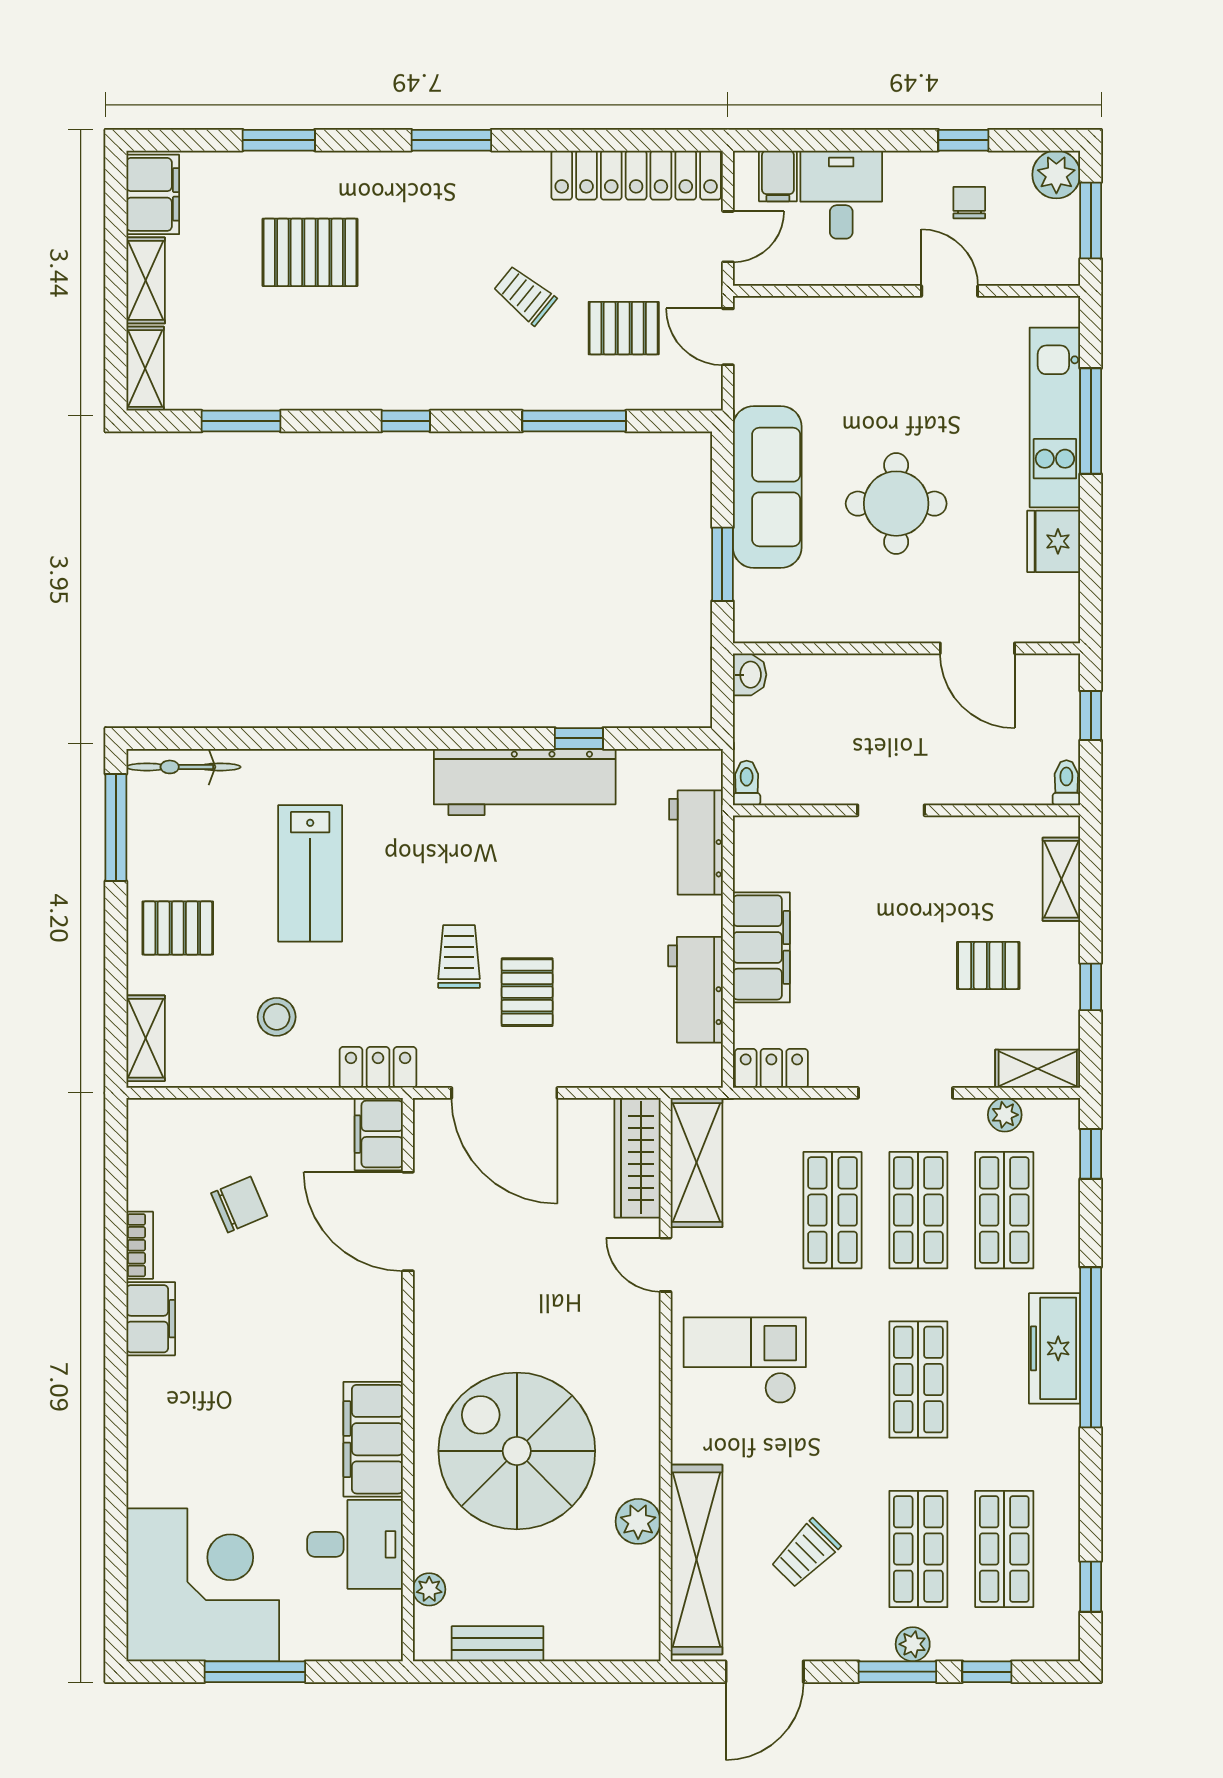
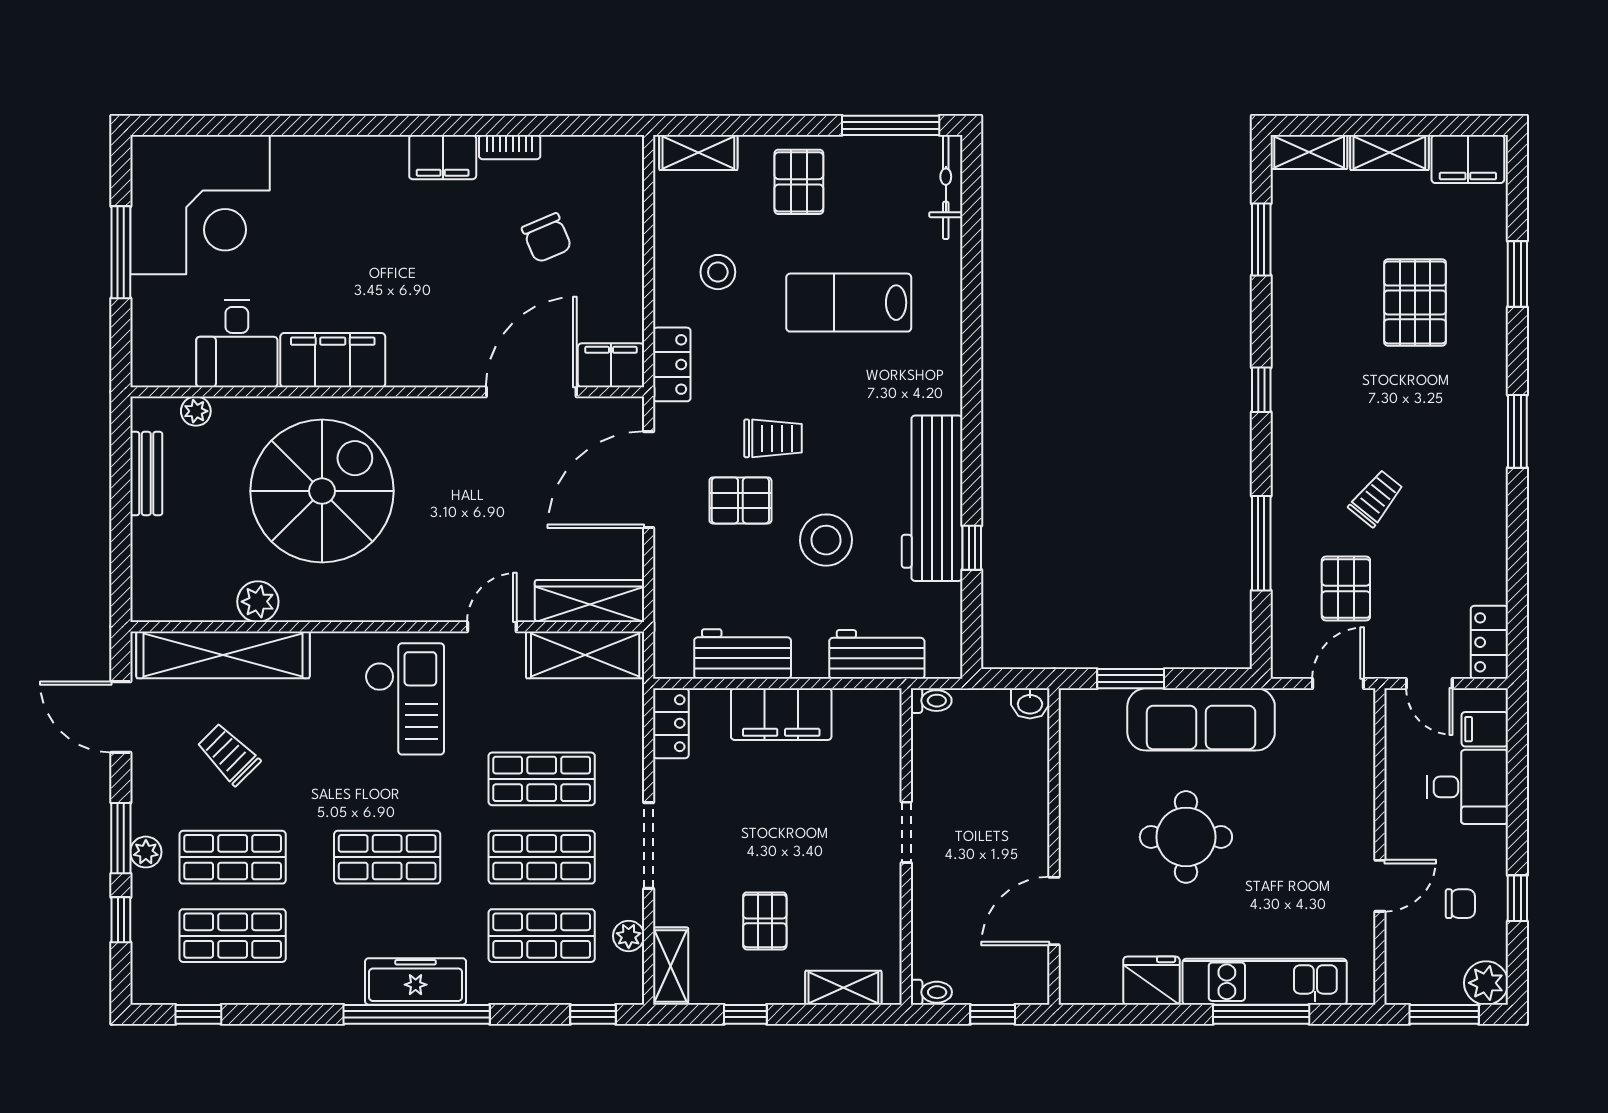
locker: (636, 175) -> (1489, 642), width x0.46, depth x0.83
stool: (571, 898) -> (826, 540), added

